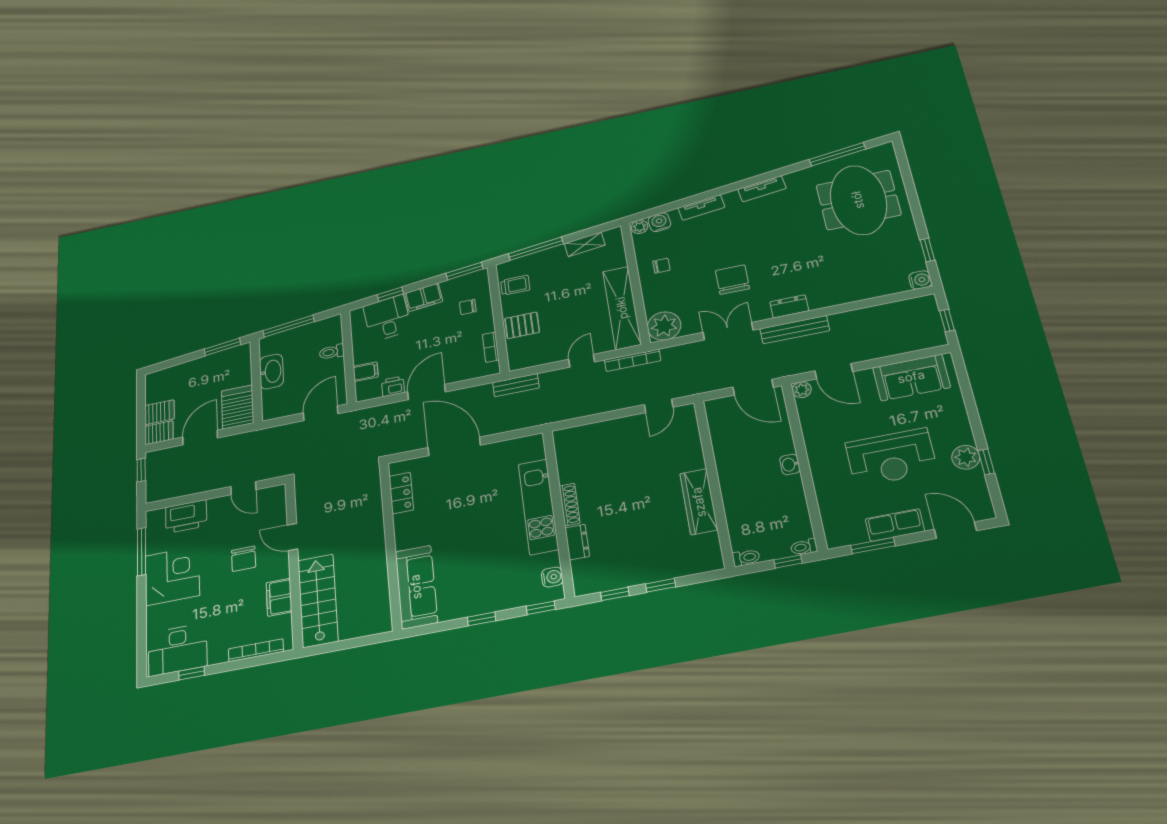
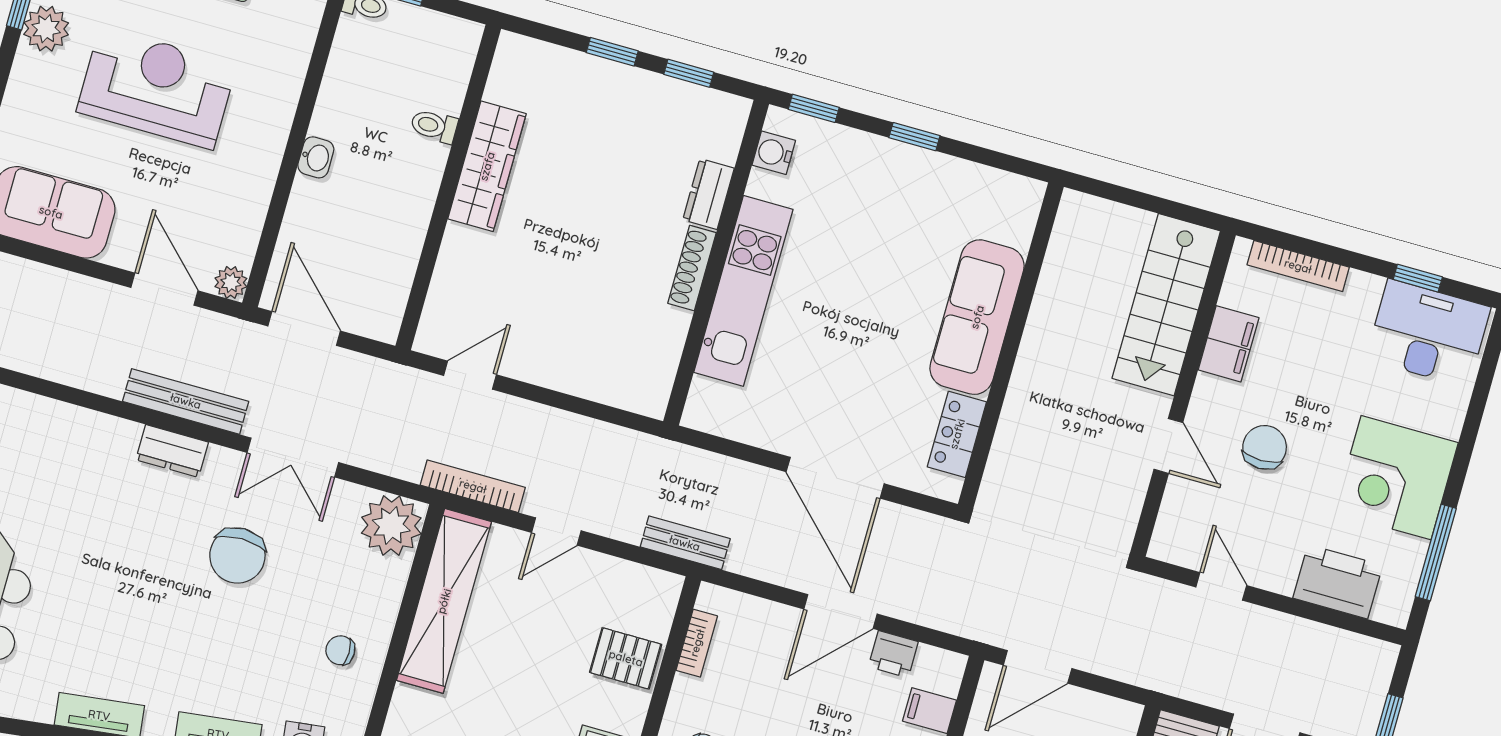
toilet: (746, 558) -> (434, 126), moved
sofa: (416, 587) -> (977, 317), moved

